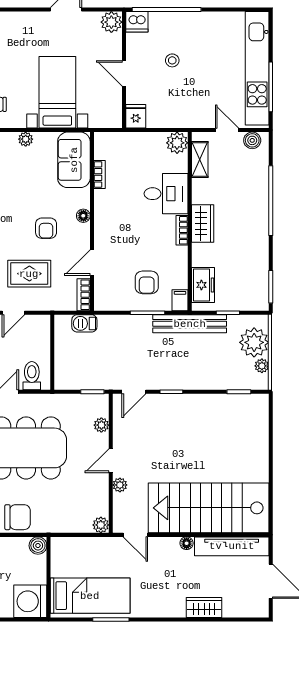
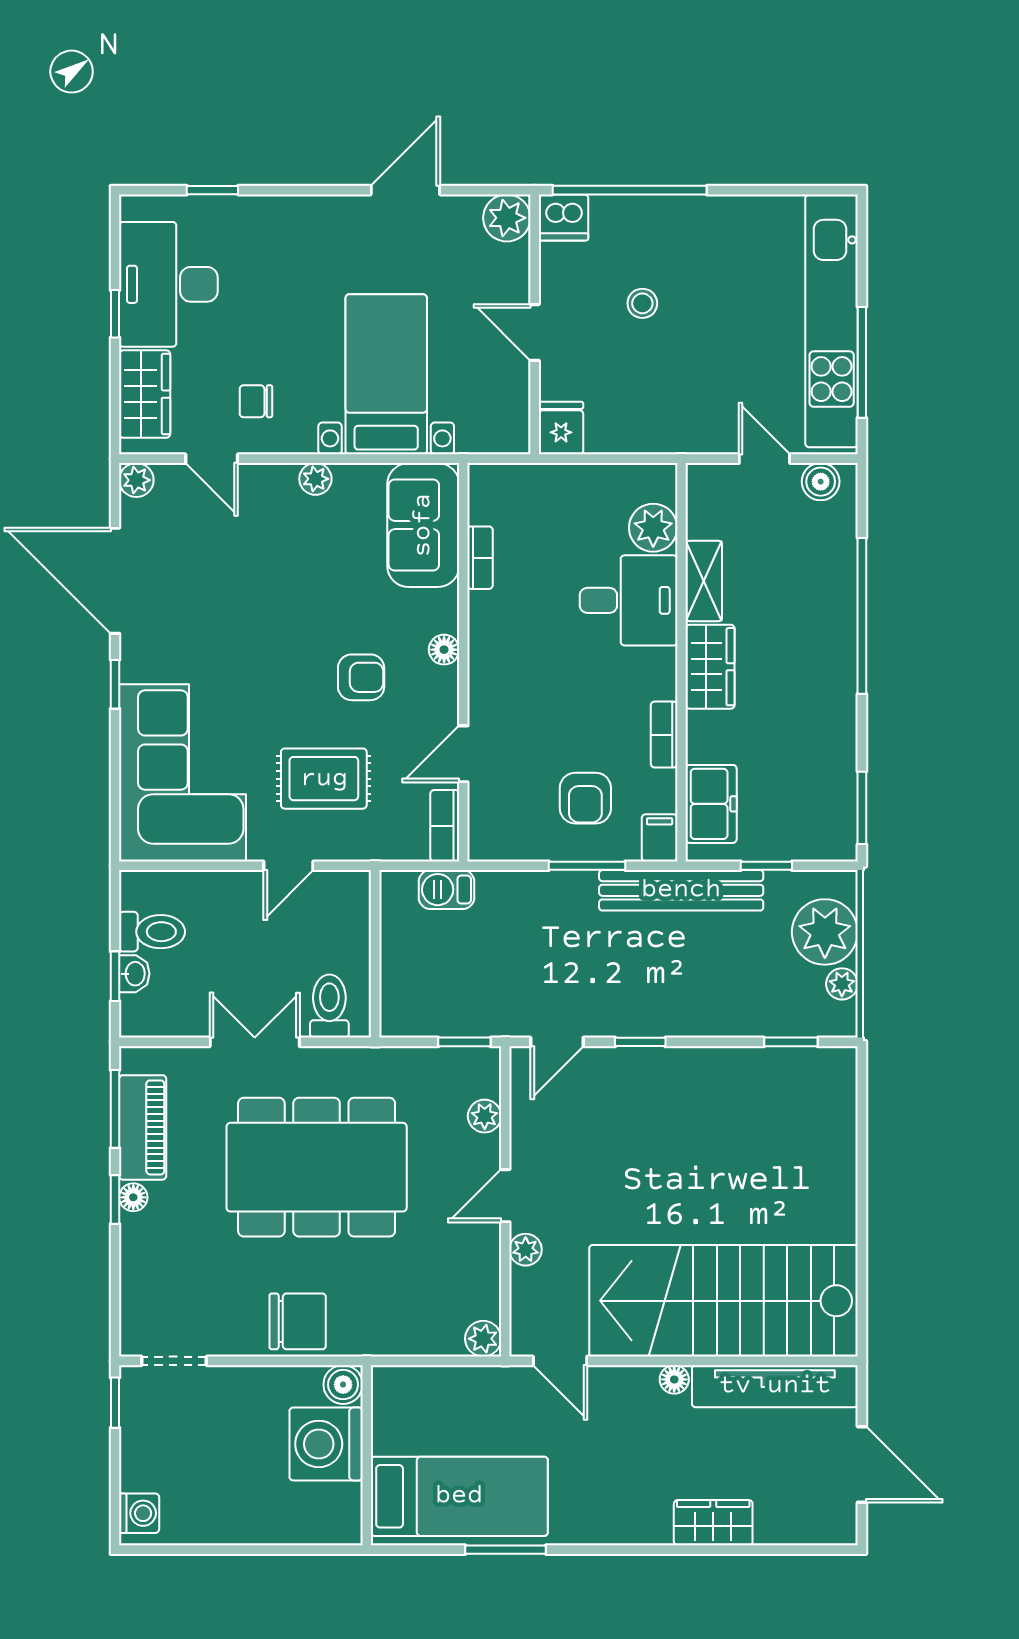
plant: (177, 143) -> (653, 528), moved
shelving: (200, 160) -> (704, 581), moved
armchair: (46, 228) -> (361, 677), turned -90
bookcase: (182, 230) -> (664, 735), moved
washing machine: (30, 601) -> (326, 1444), moved

